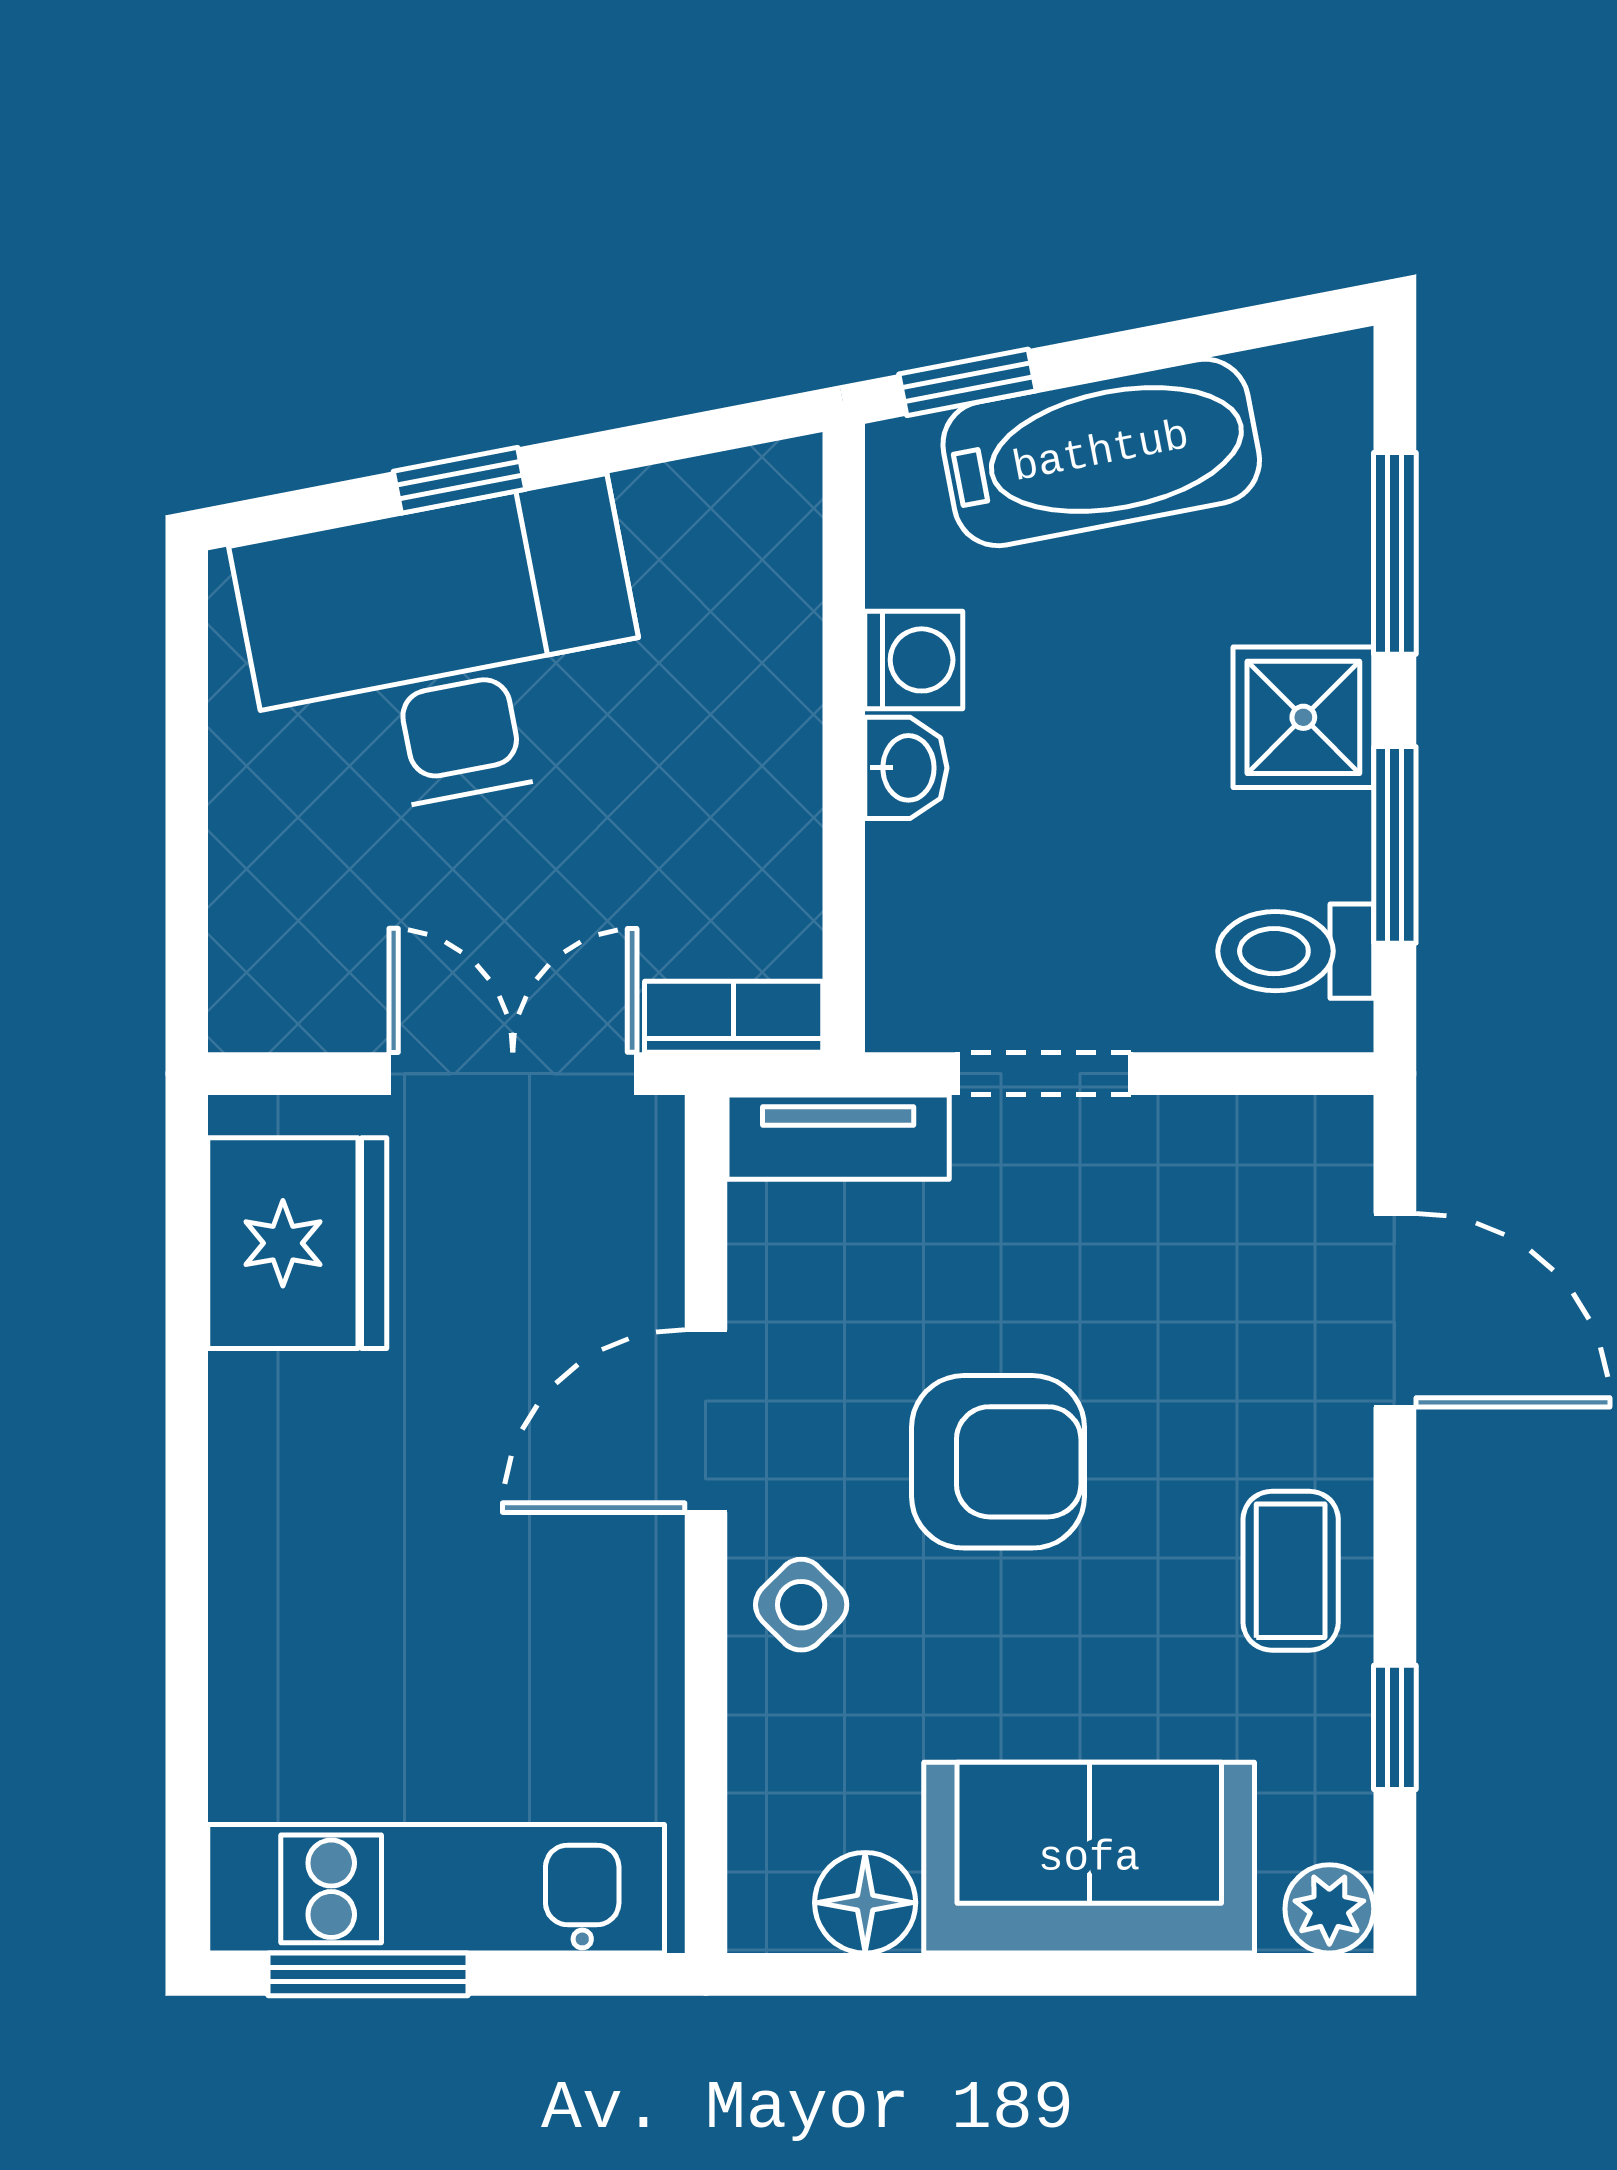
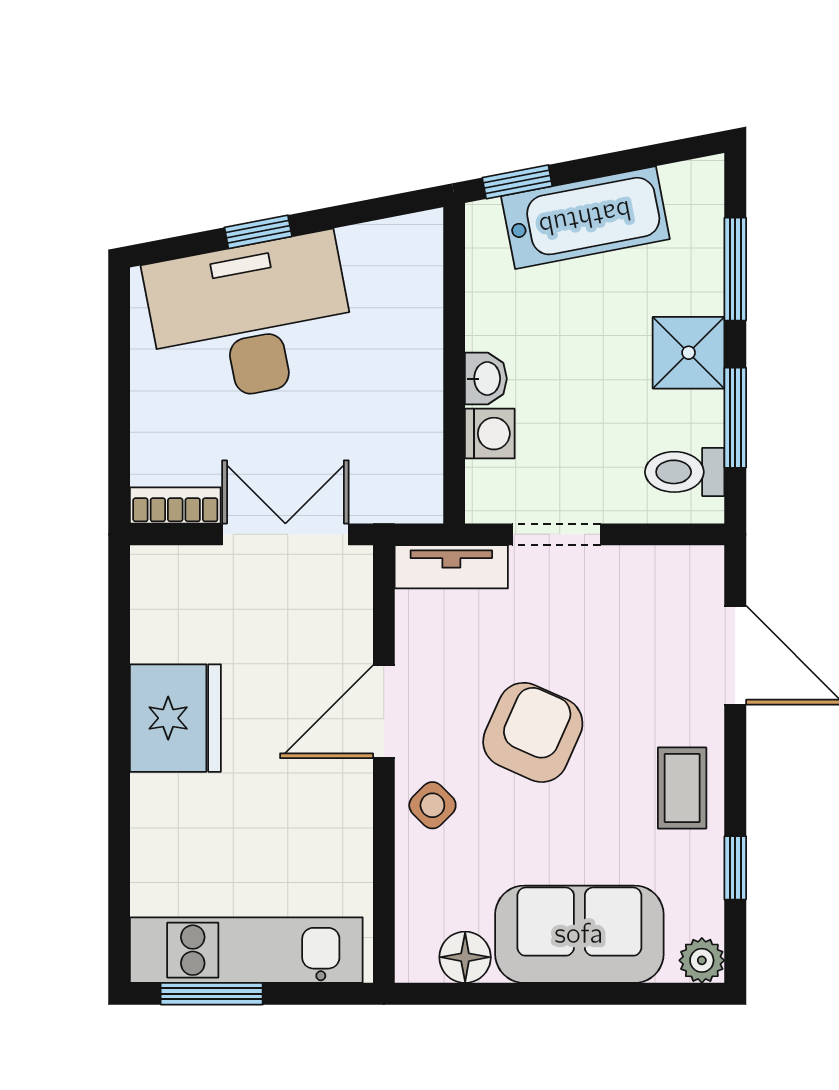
washing machine: (914, 660) -> (490, 434), moved
bookcase: (734, 1017) -> (175, 505), moved
fridge: (297, 1243) -> (175, 718), moved
armchair: (998, 1462) -> (533, 732), turned -66

